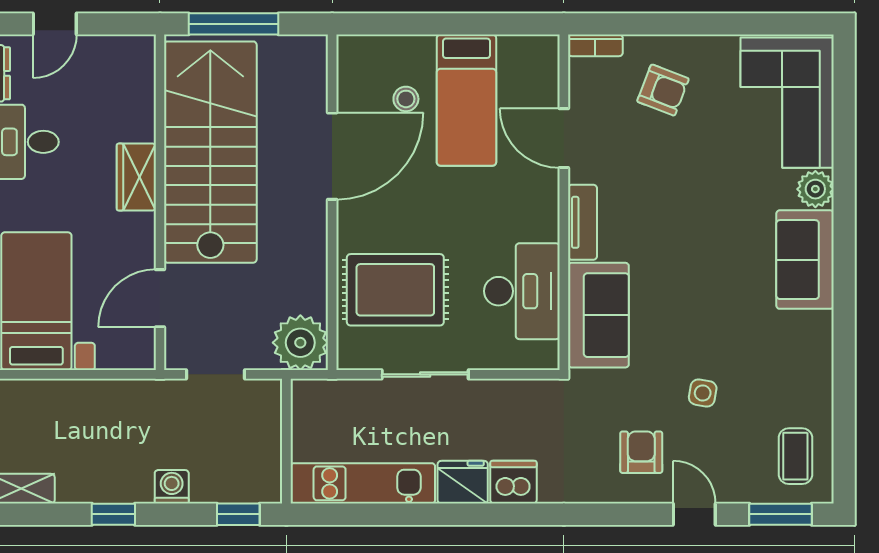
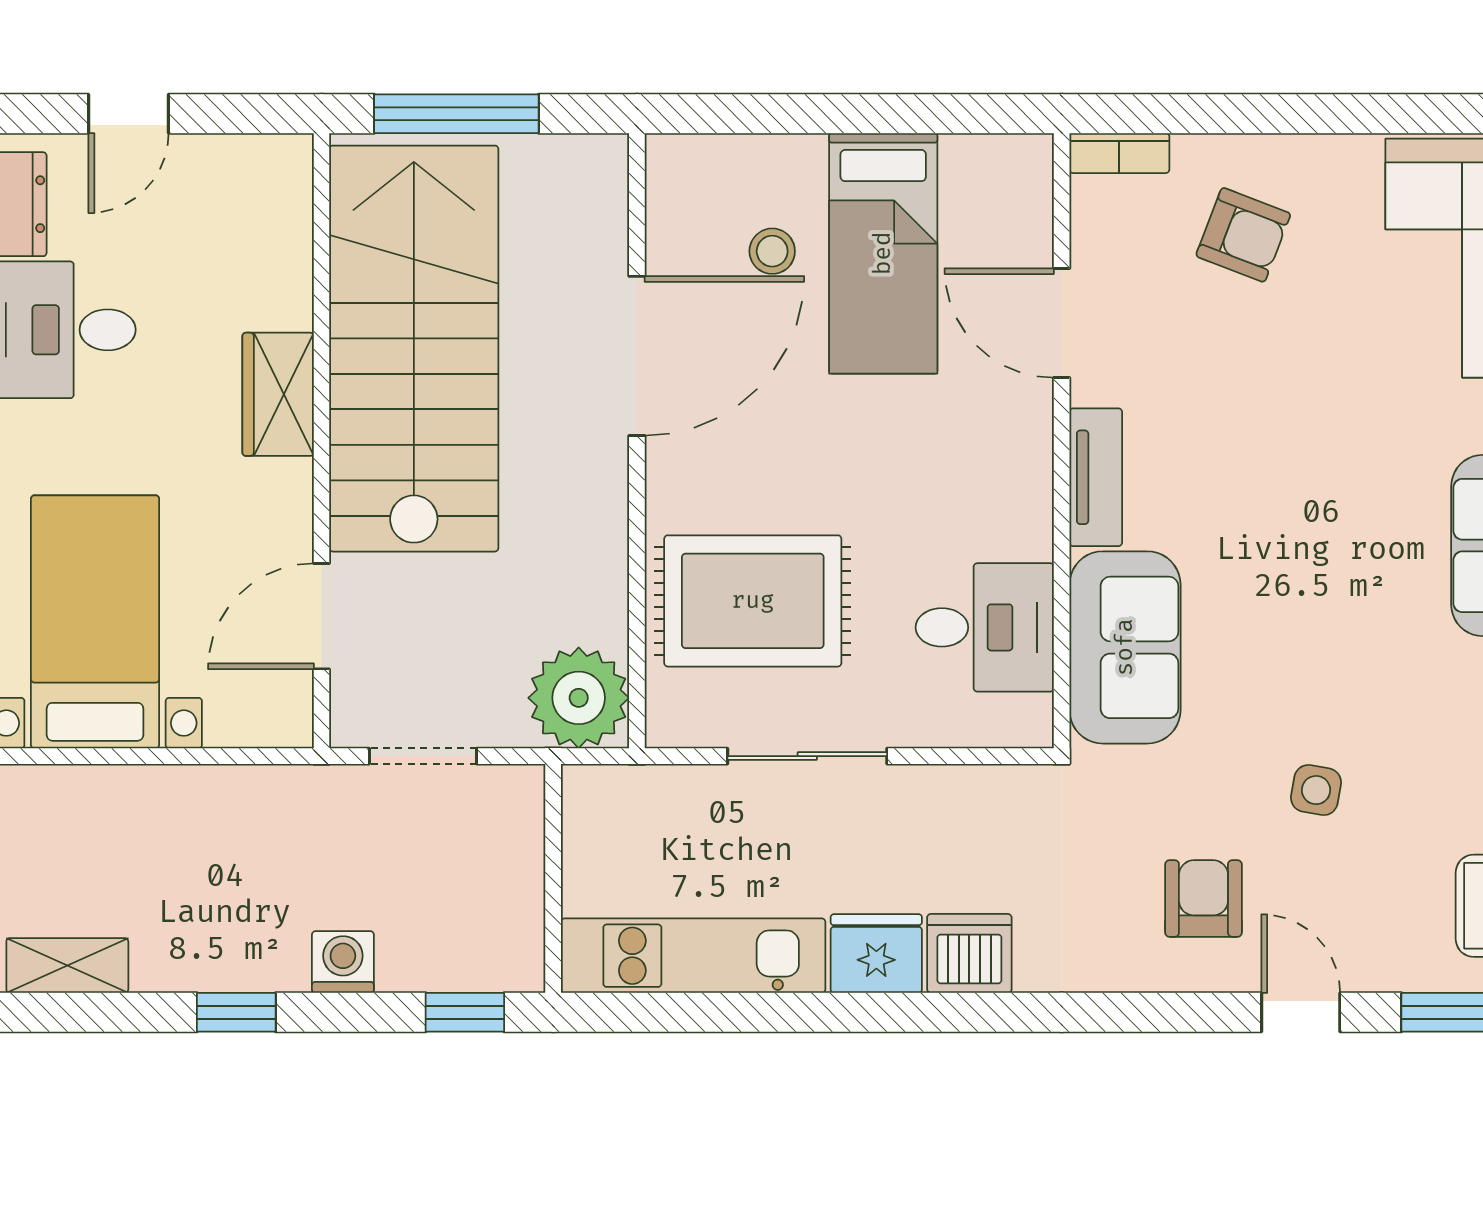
desk: (522, 291) -> (985, 627), width x0.73

